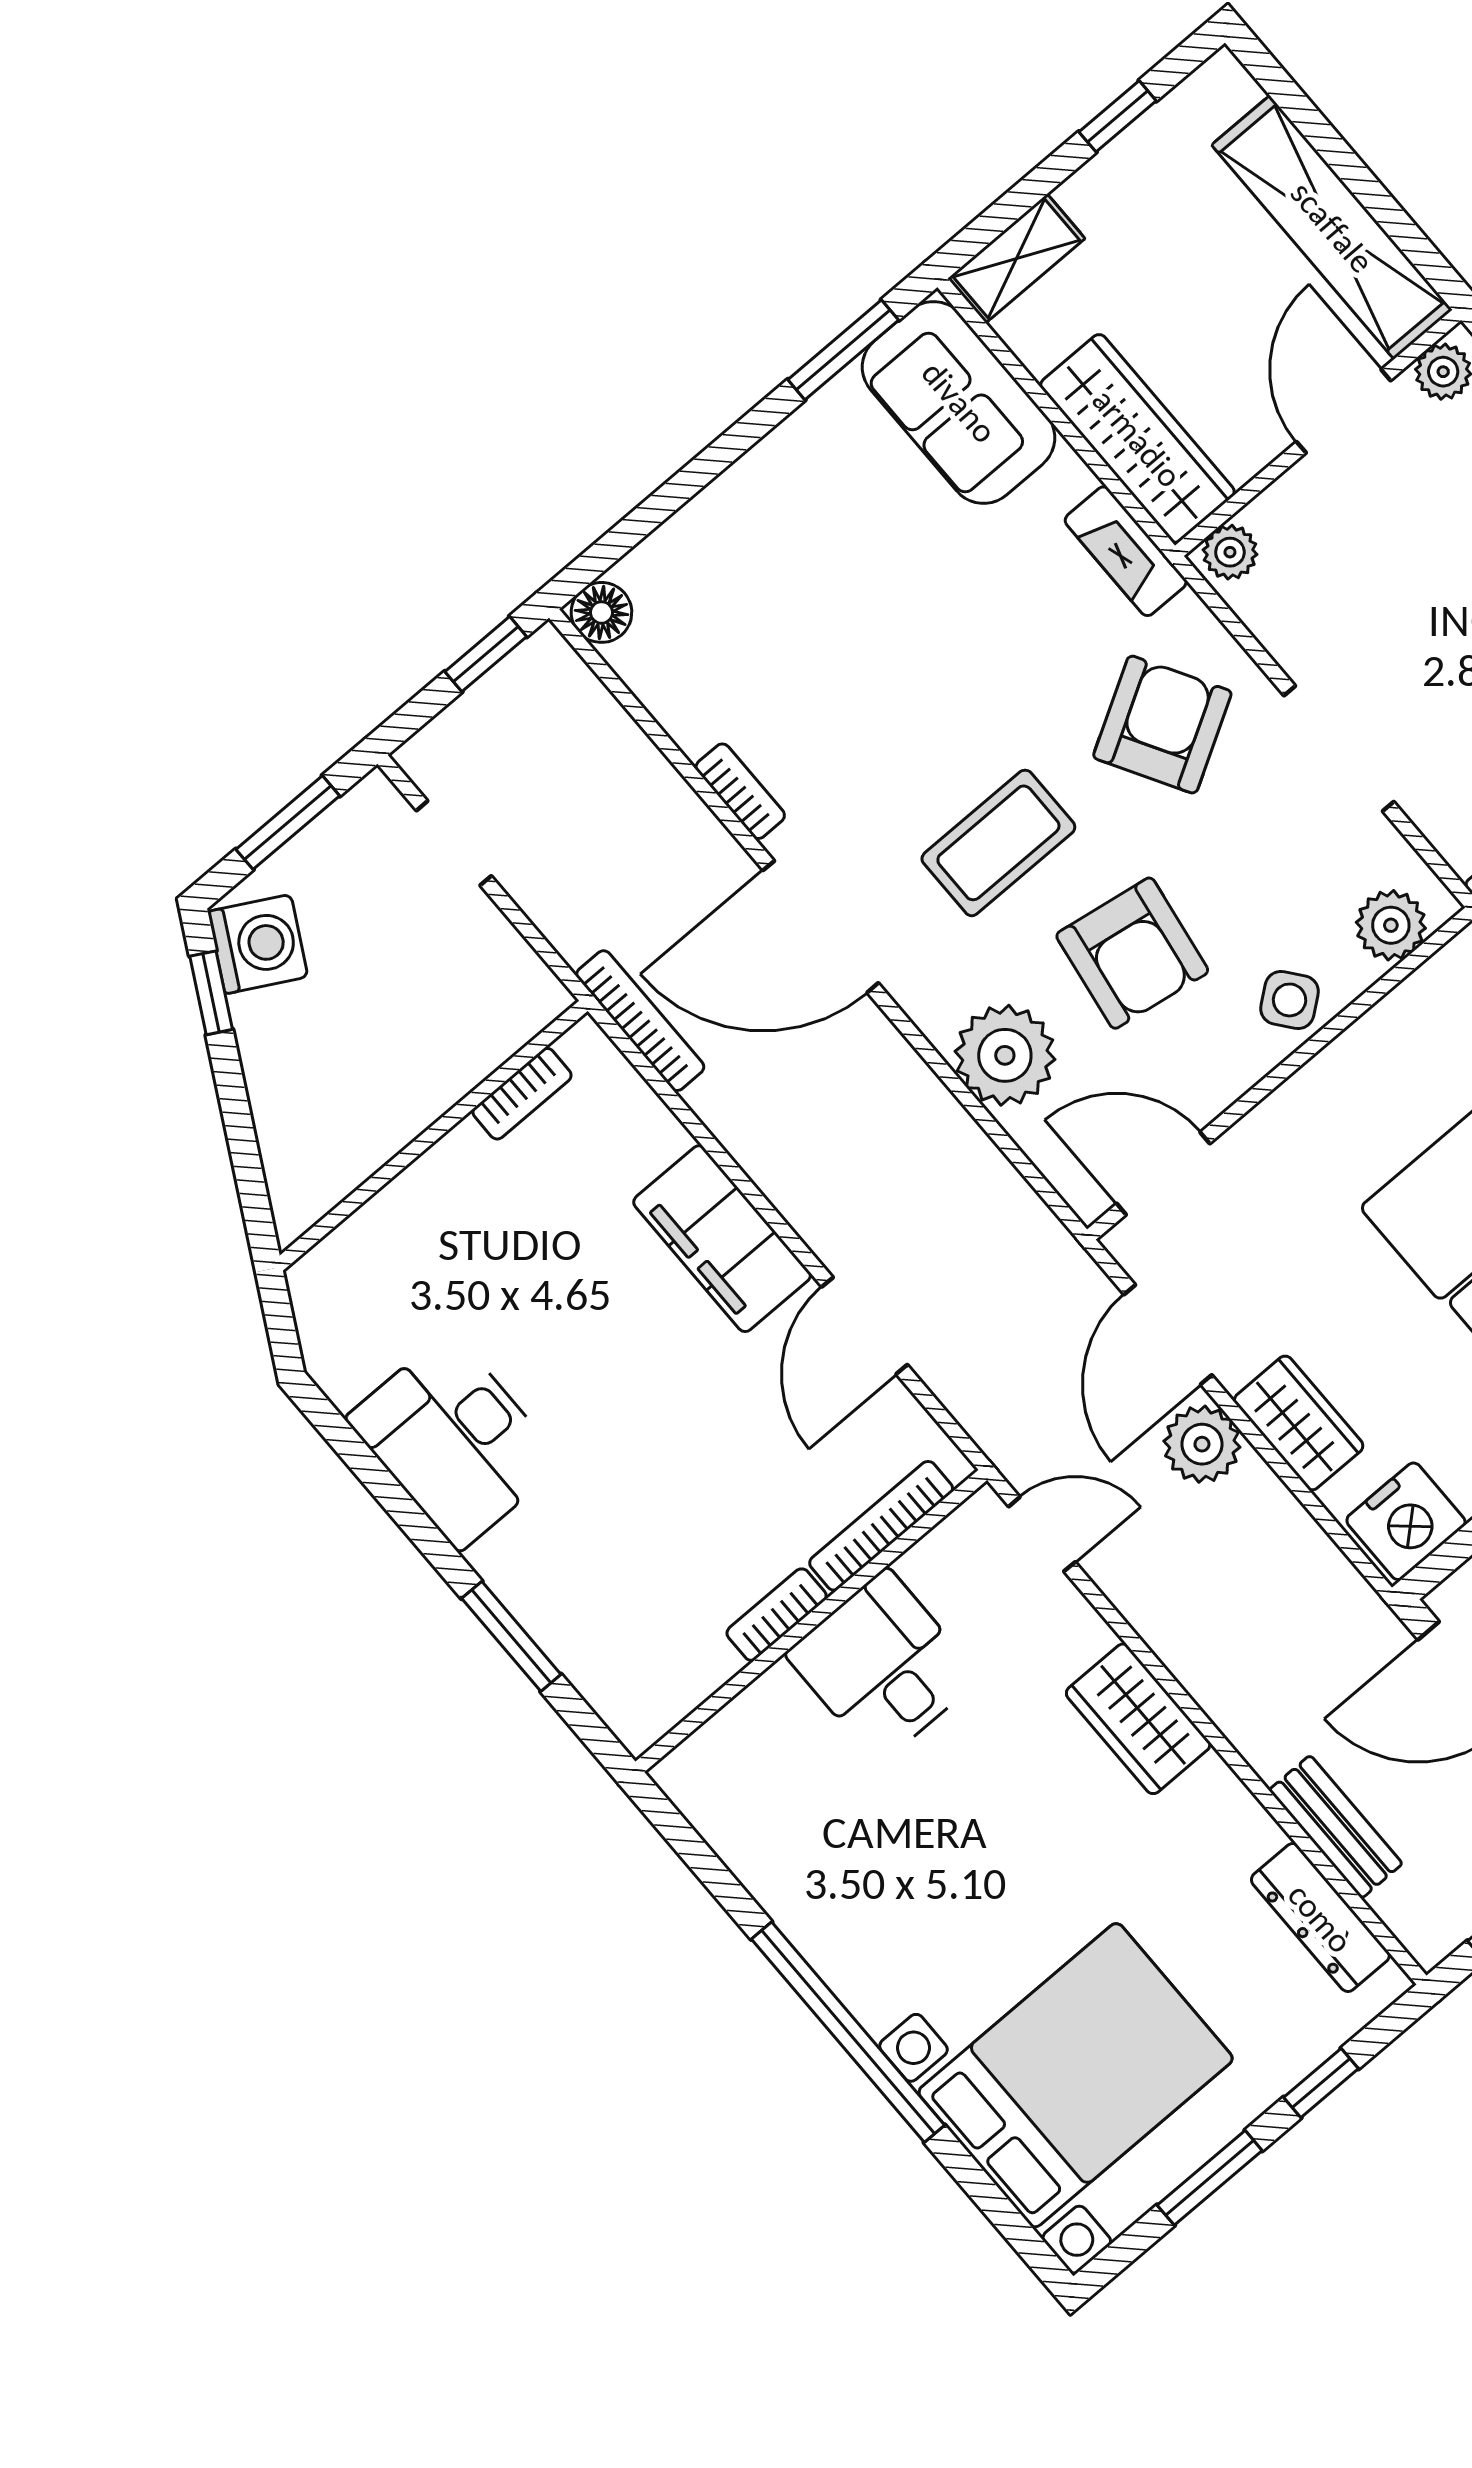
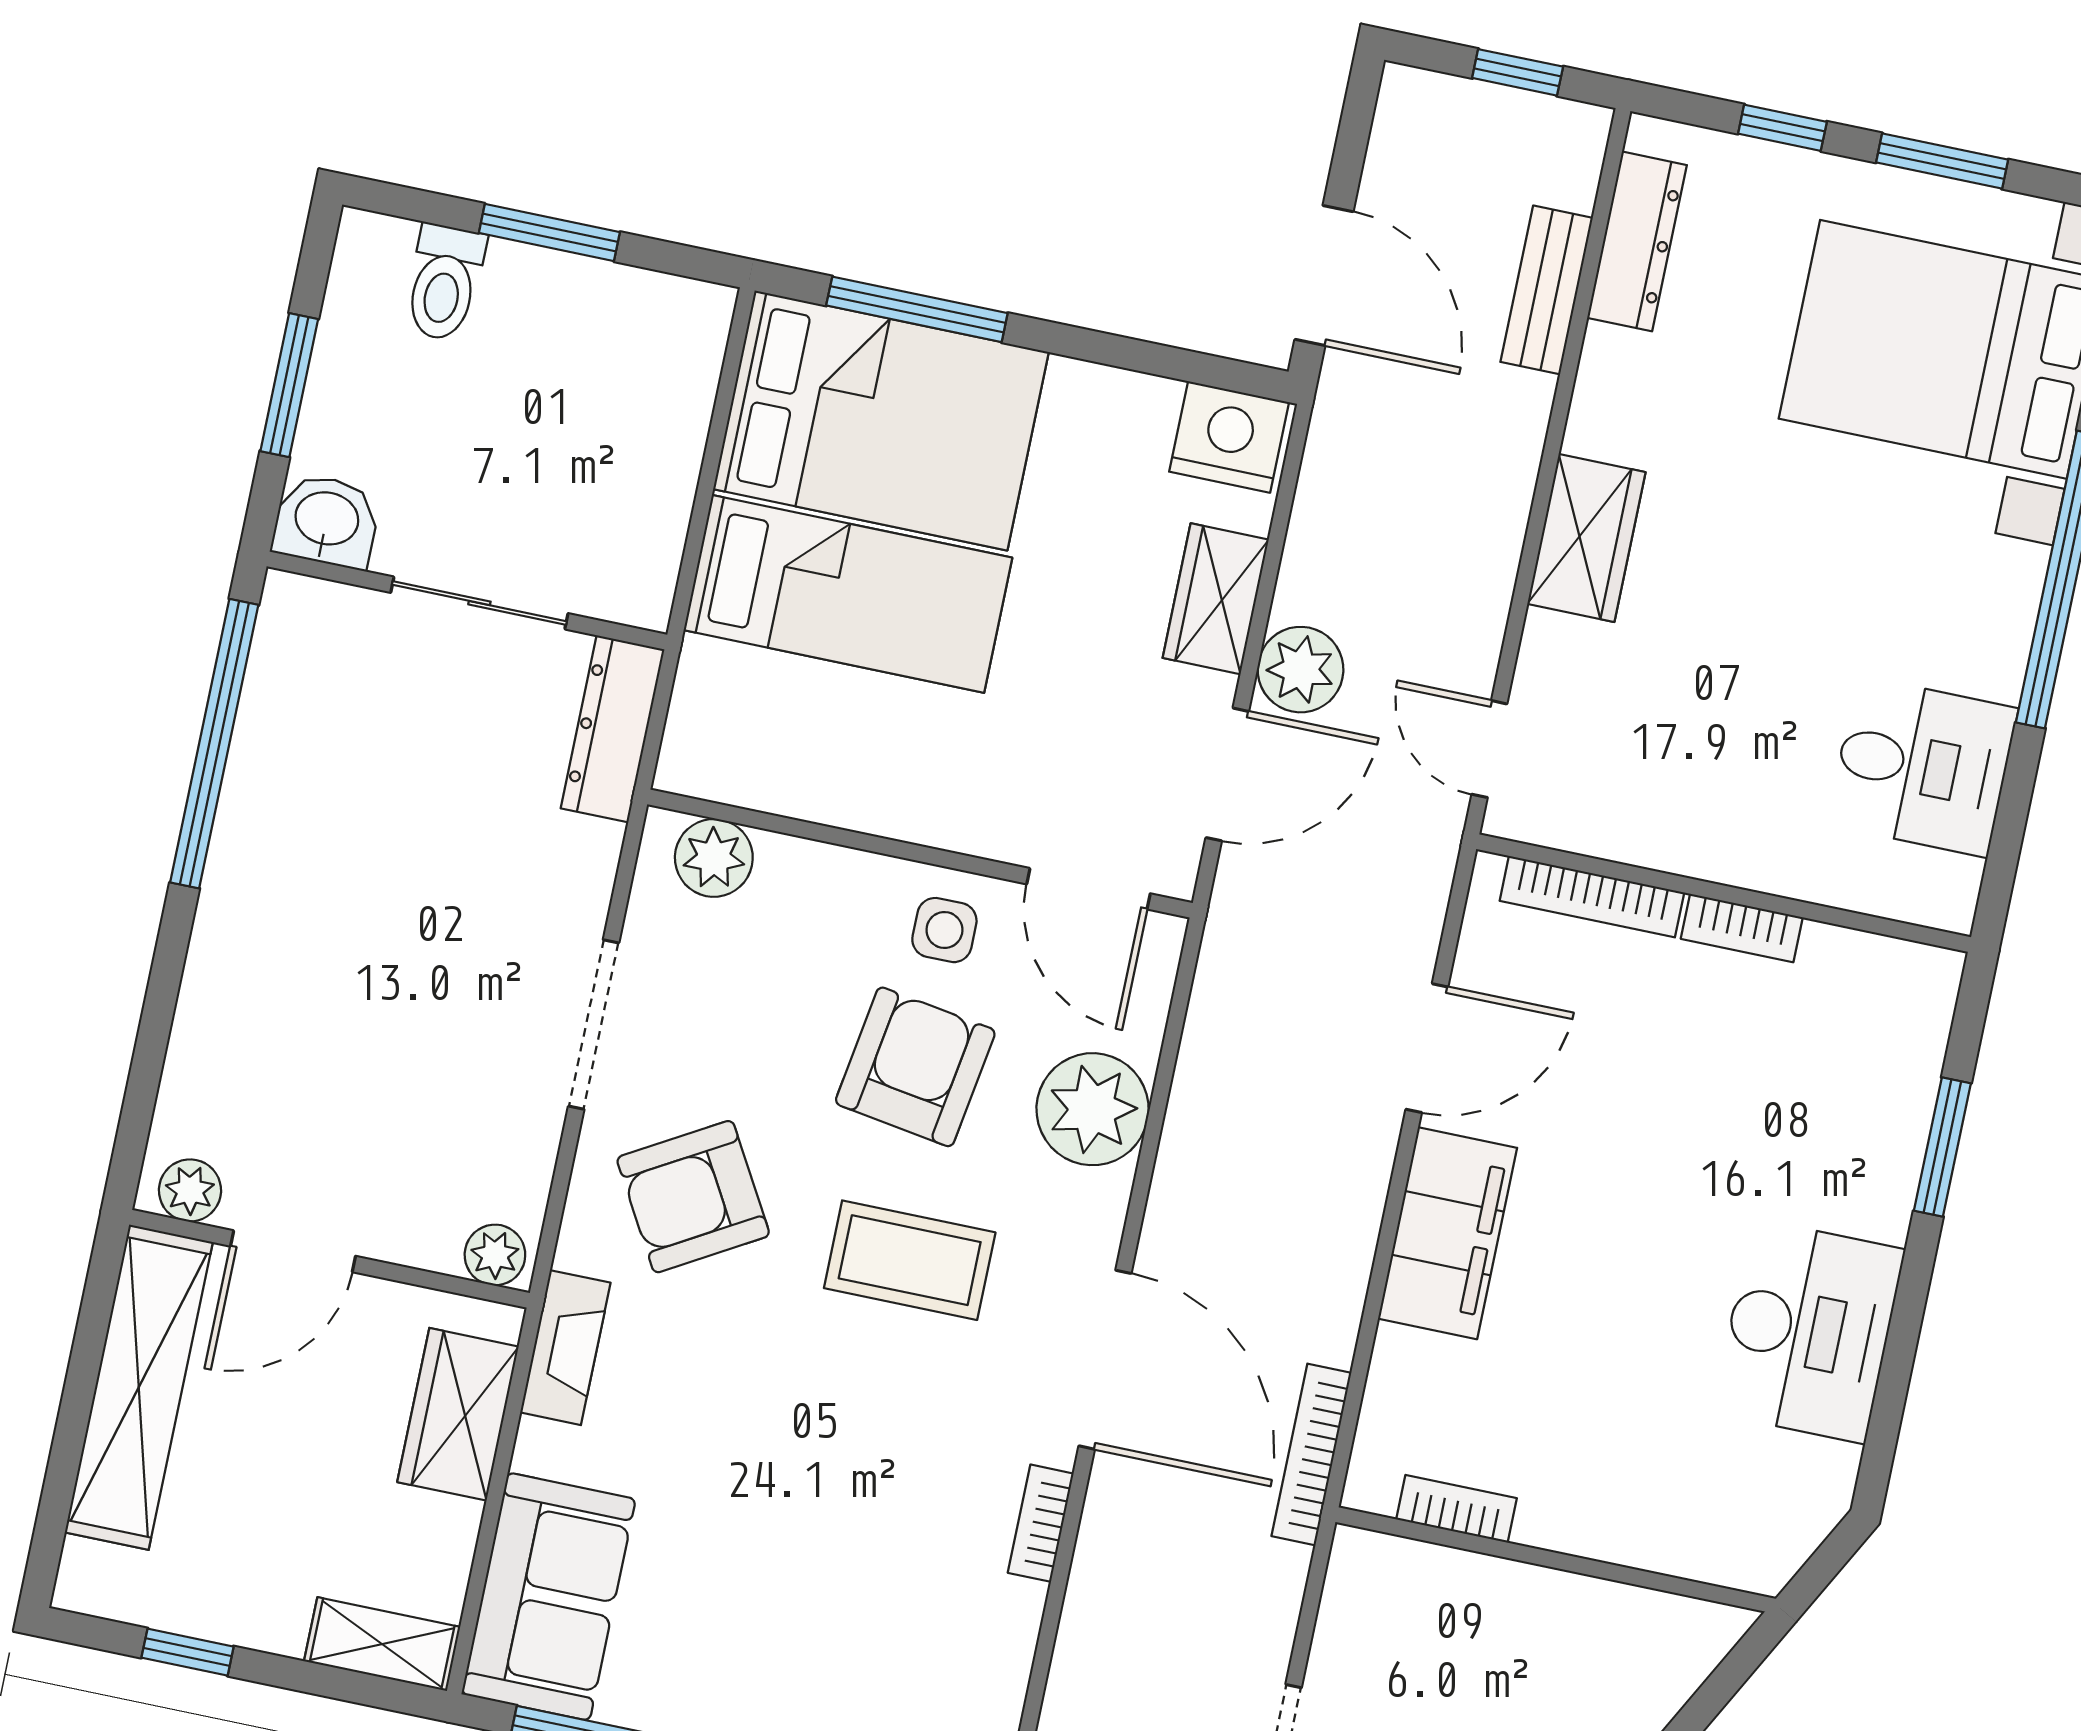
wardrobe: (1137, 438) -> (458, 1414), width x0.67
side table: (1290, 1000) -> (944, 930), moved, turned 38
desk: (883, 1666) -> (1922, 766), moved, turned -90

